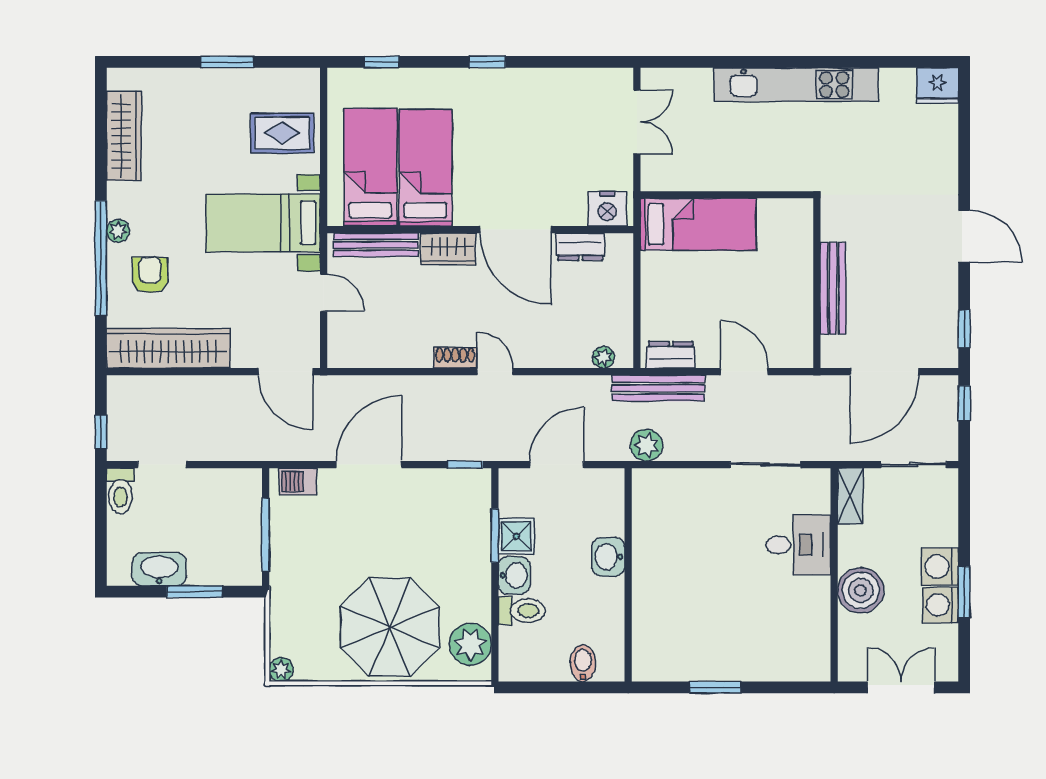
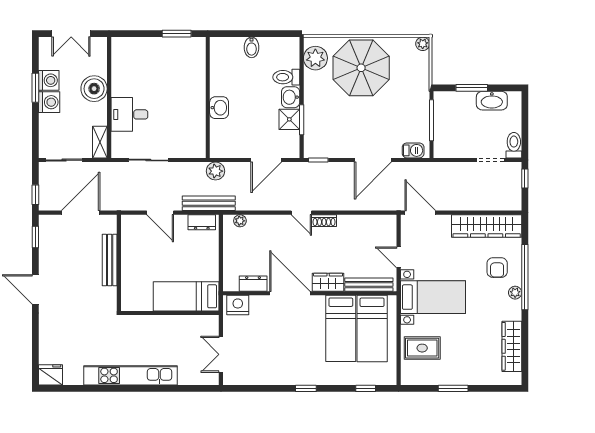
washbasin: (608, 557) -> (219, 108), moved
wall: (628, 575) -> (208, 98), moved

